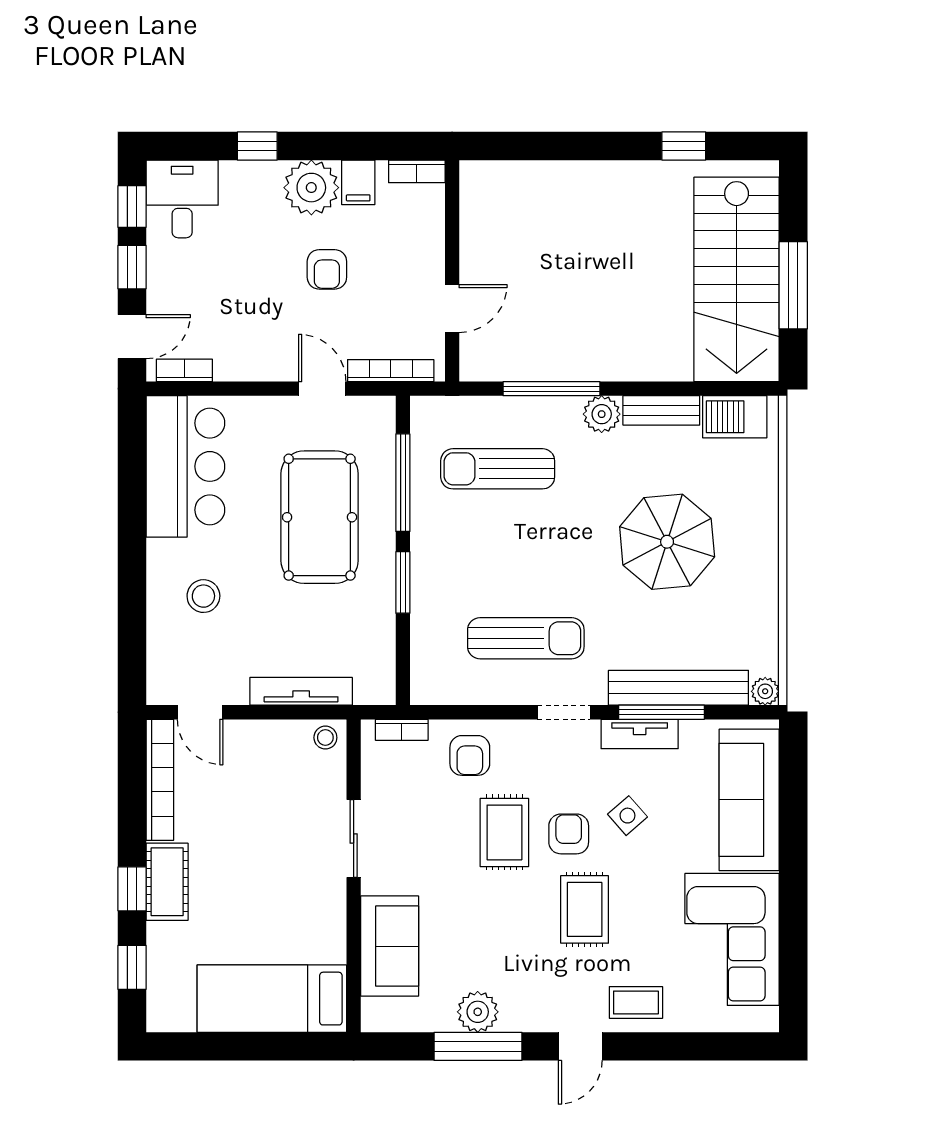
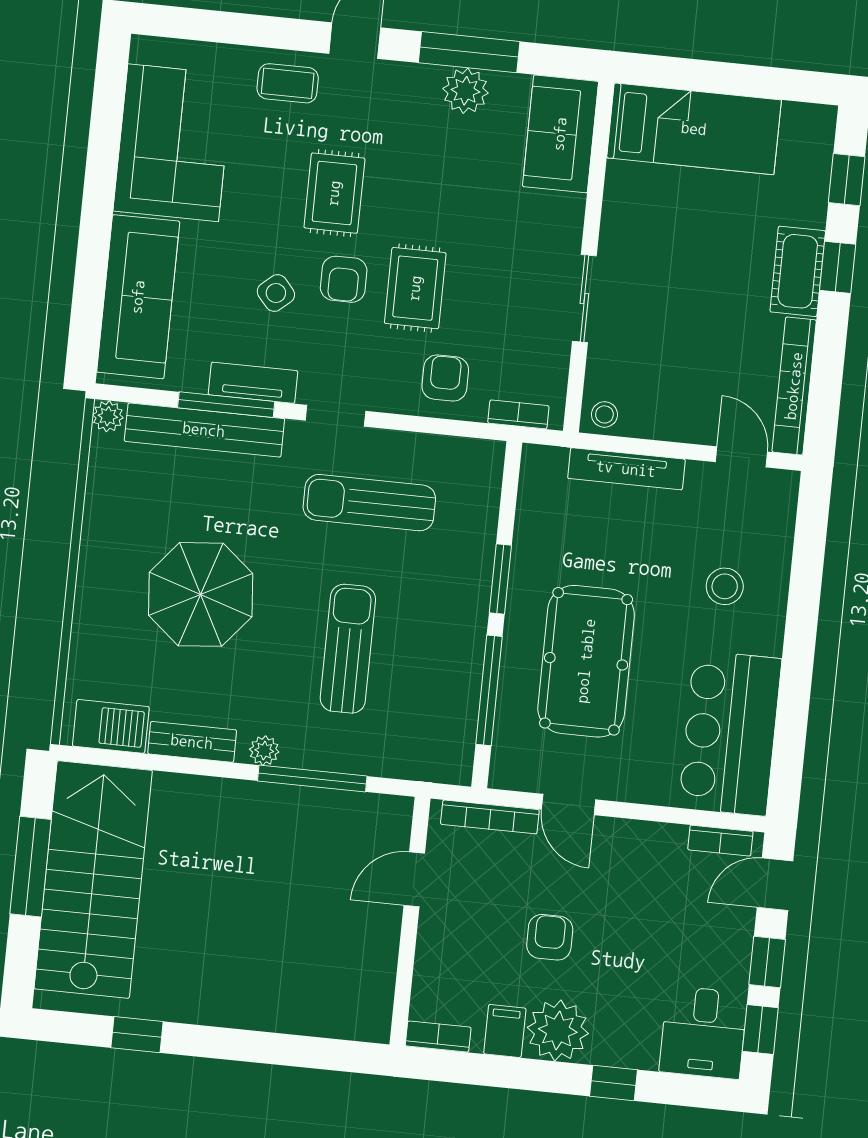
plant: (602, 414) -> (264, 751), width x0.73, depth x0.73
sun lounger: (498, 469) -> (348, 649), moved, turned -90
sofa: (390, 946) -> (560, 134), moved

